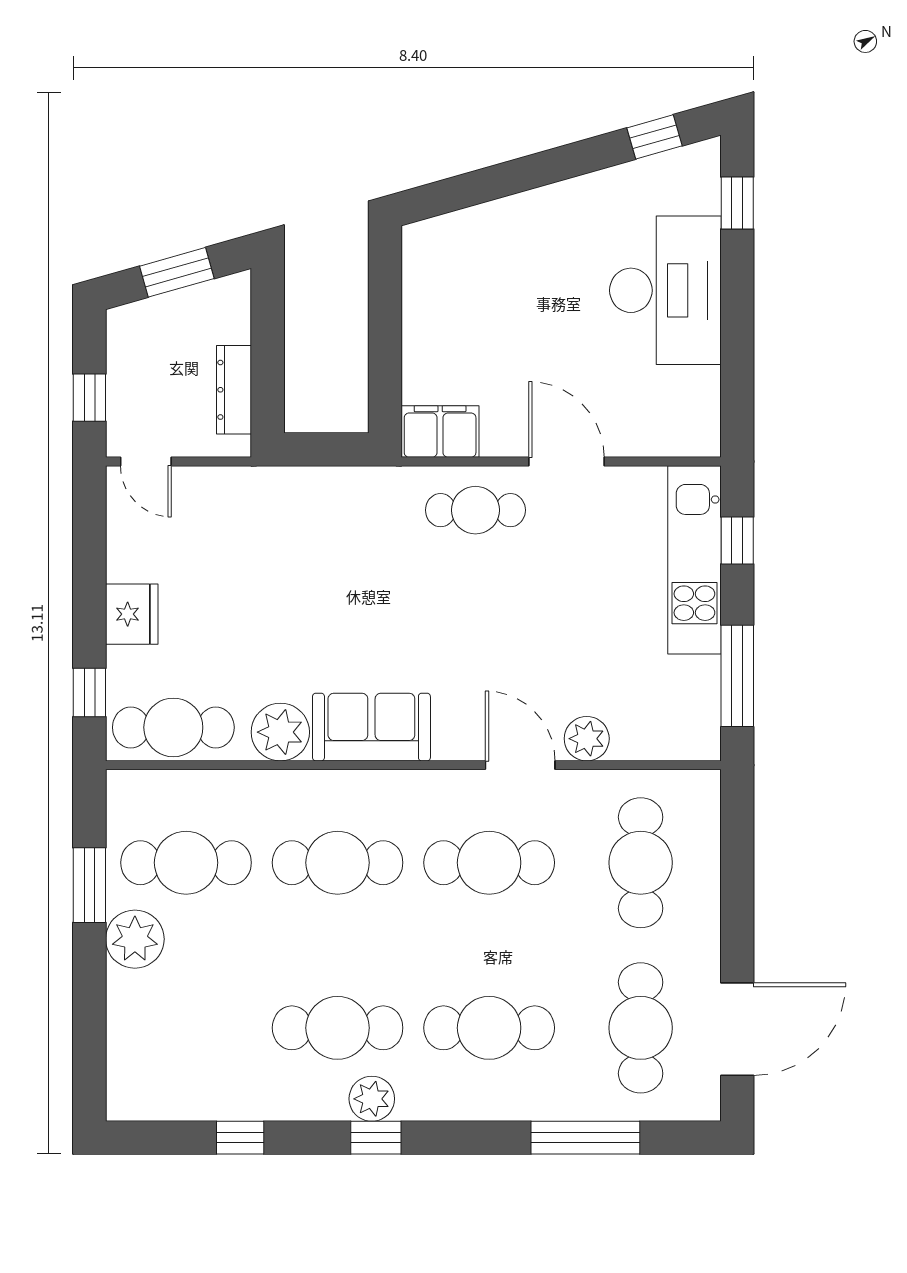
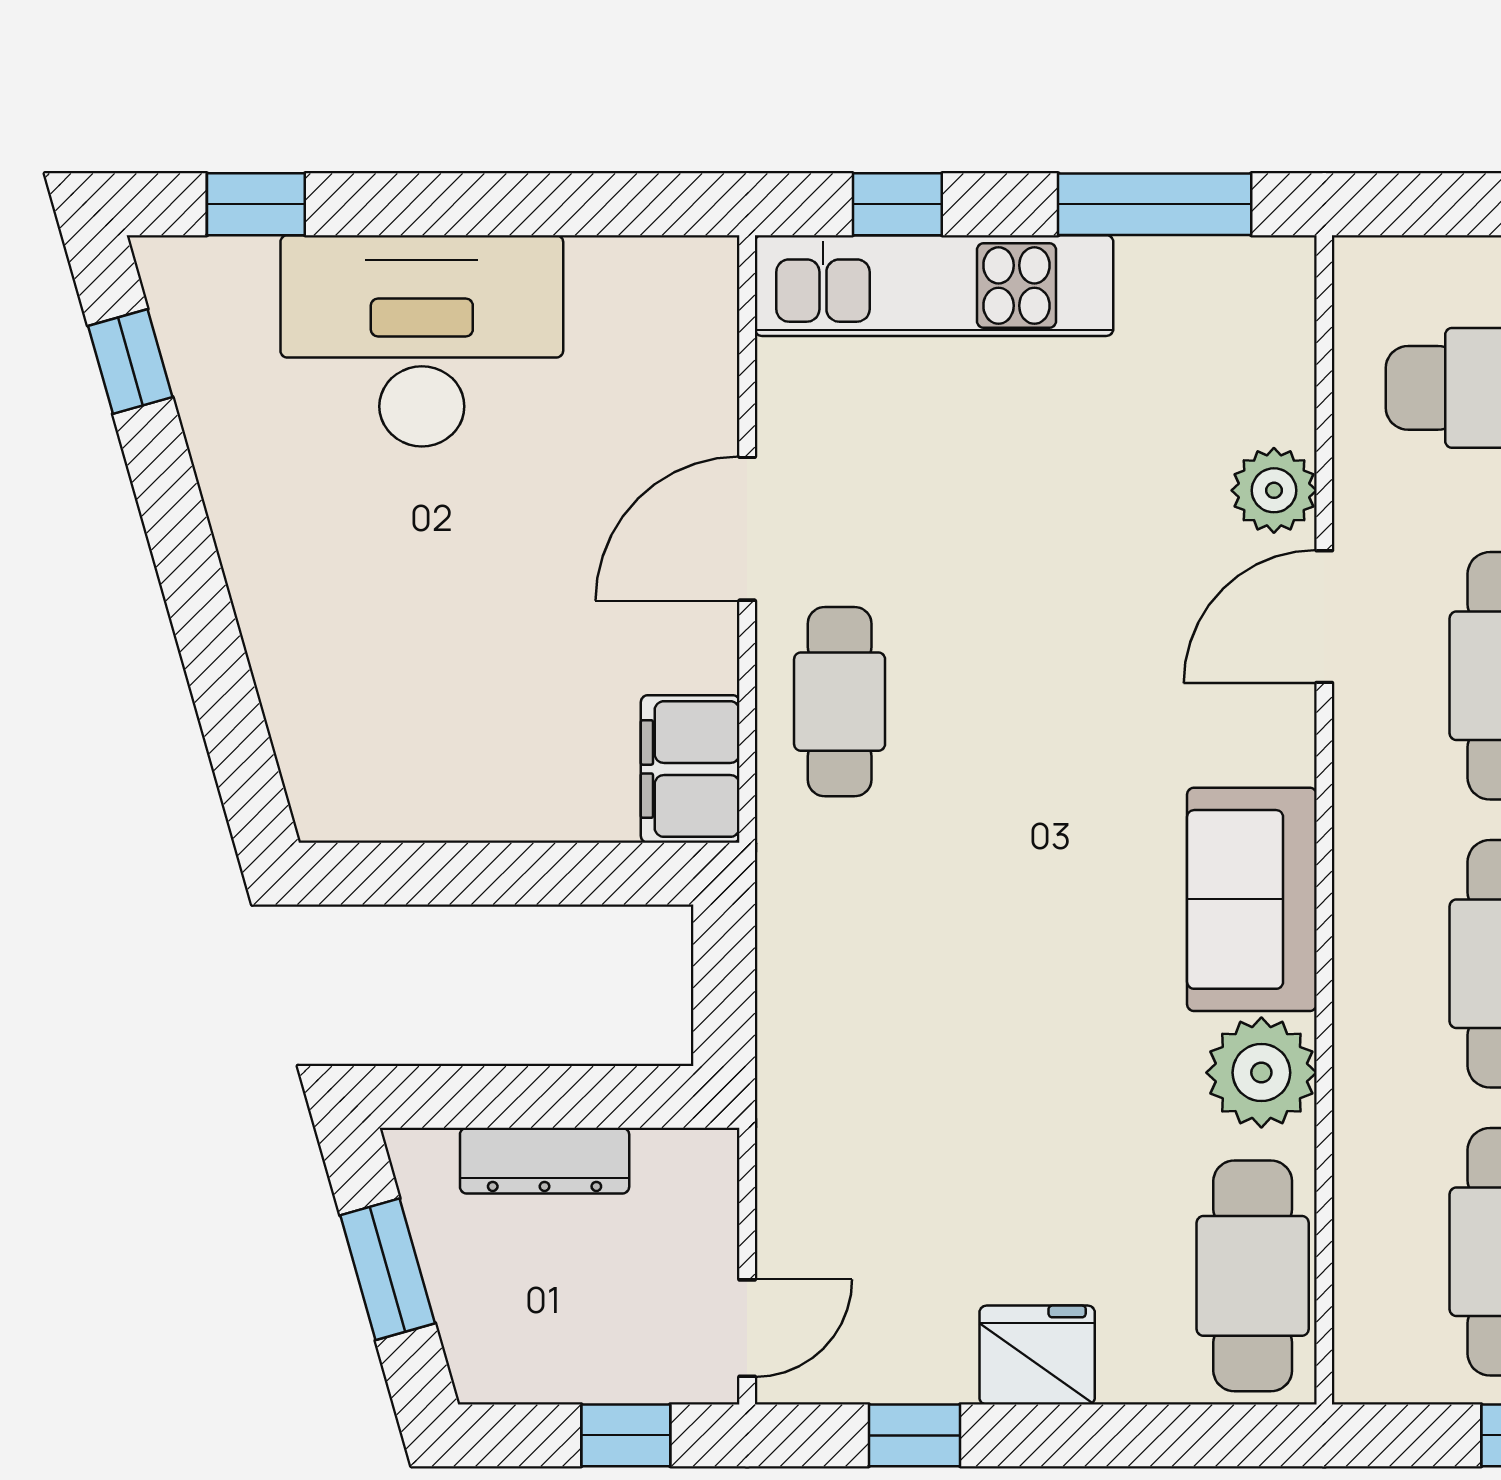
dresser: (234, 390) -> (545, 1161), moved
window: (89, 693) -> (914, 1435), moved

